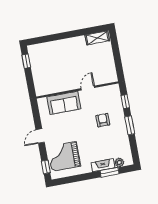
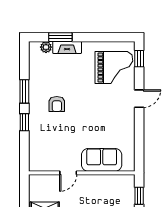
door: (88, 88) -> (68, 173), moved
wall: (77, 90) -> (82, 173), moved
sofa: (64, 103) -> (102, 160), moved

